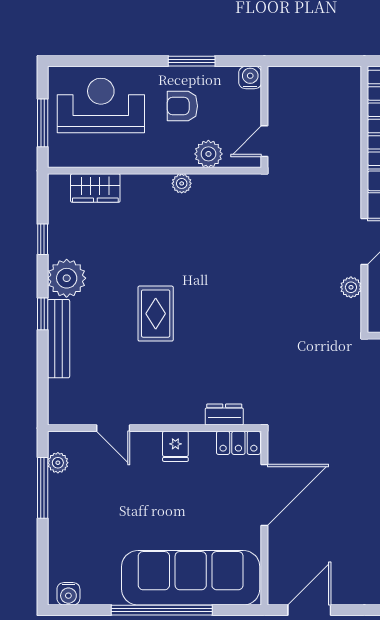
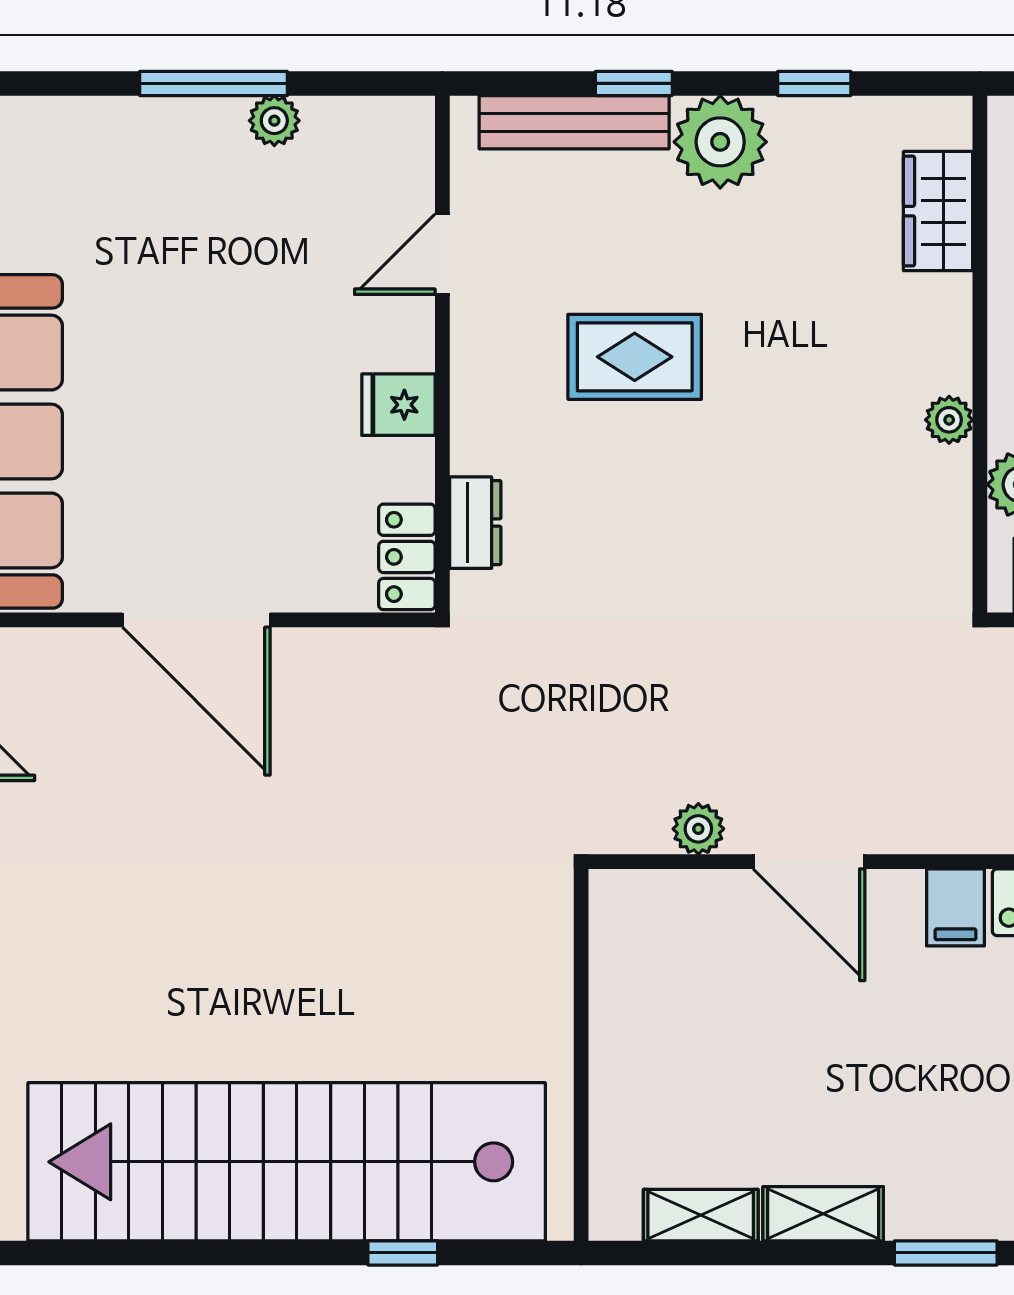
dresser: (224, 415) -> (475, 523), moved
door: (113, 428) -> (442, 254), moved
wall: (155, 428) -> (442, 354), moved
locker: (238, 443) -> (407, 557), moved
fridge: (175, 446) -> (398, 405), moved

